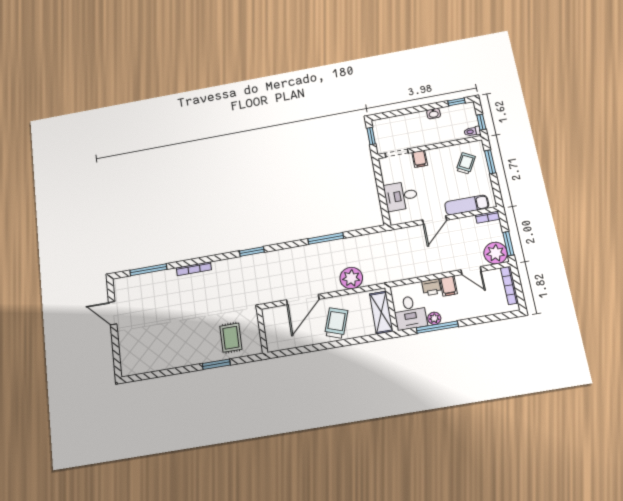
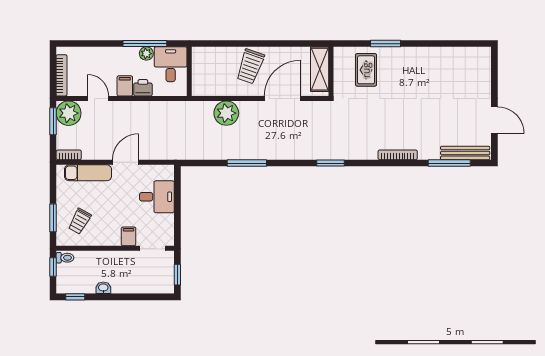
bench: (135, 281) -> (465, 153), added
shelving: (381, 312) -> (320, 69), moved

